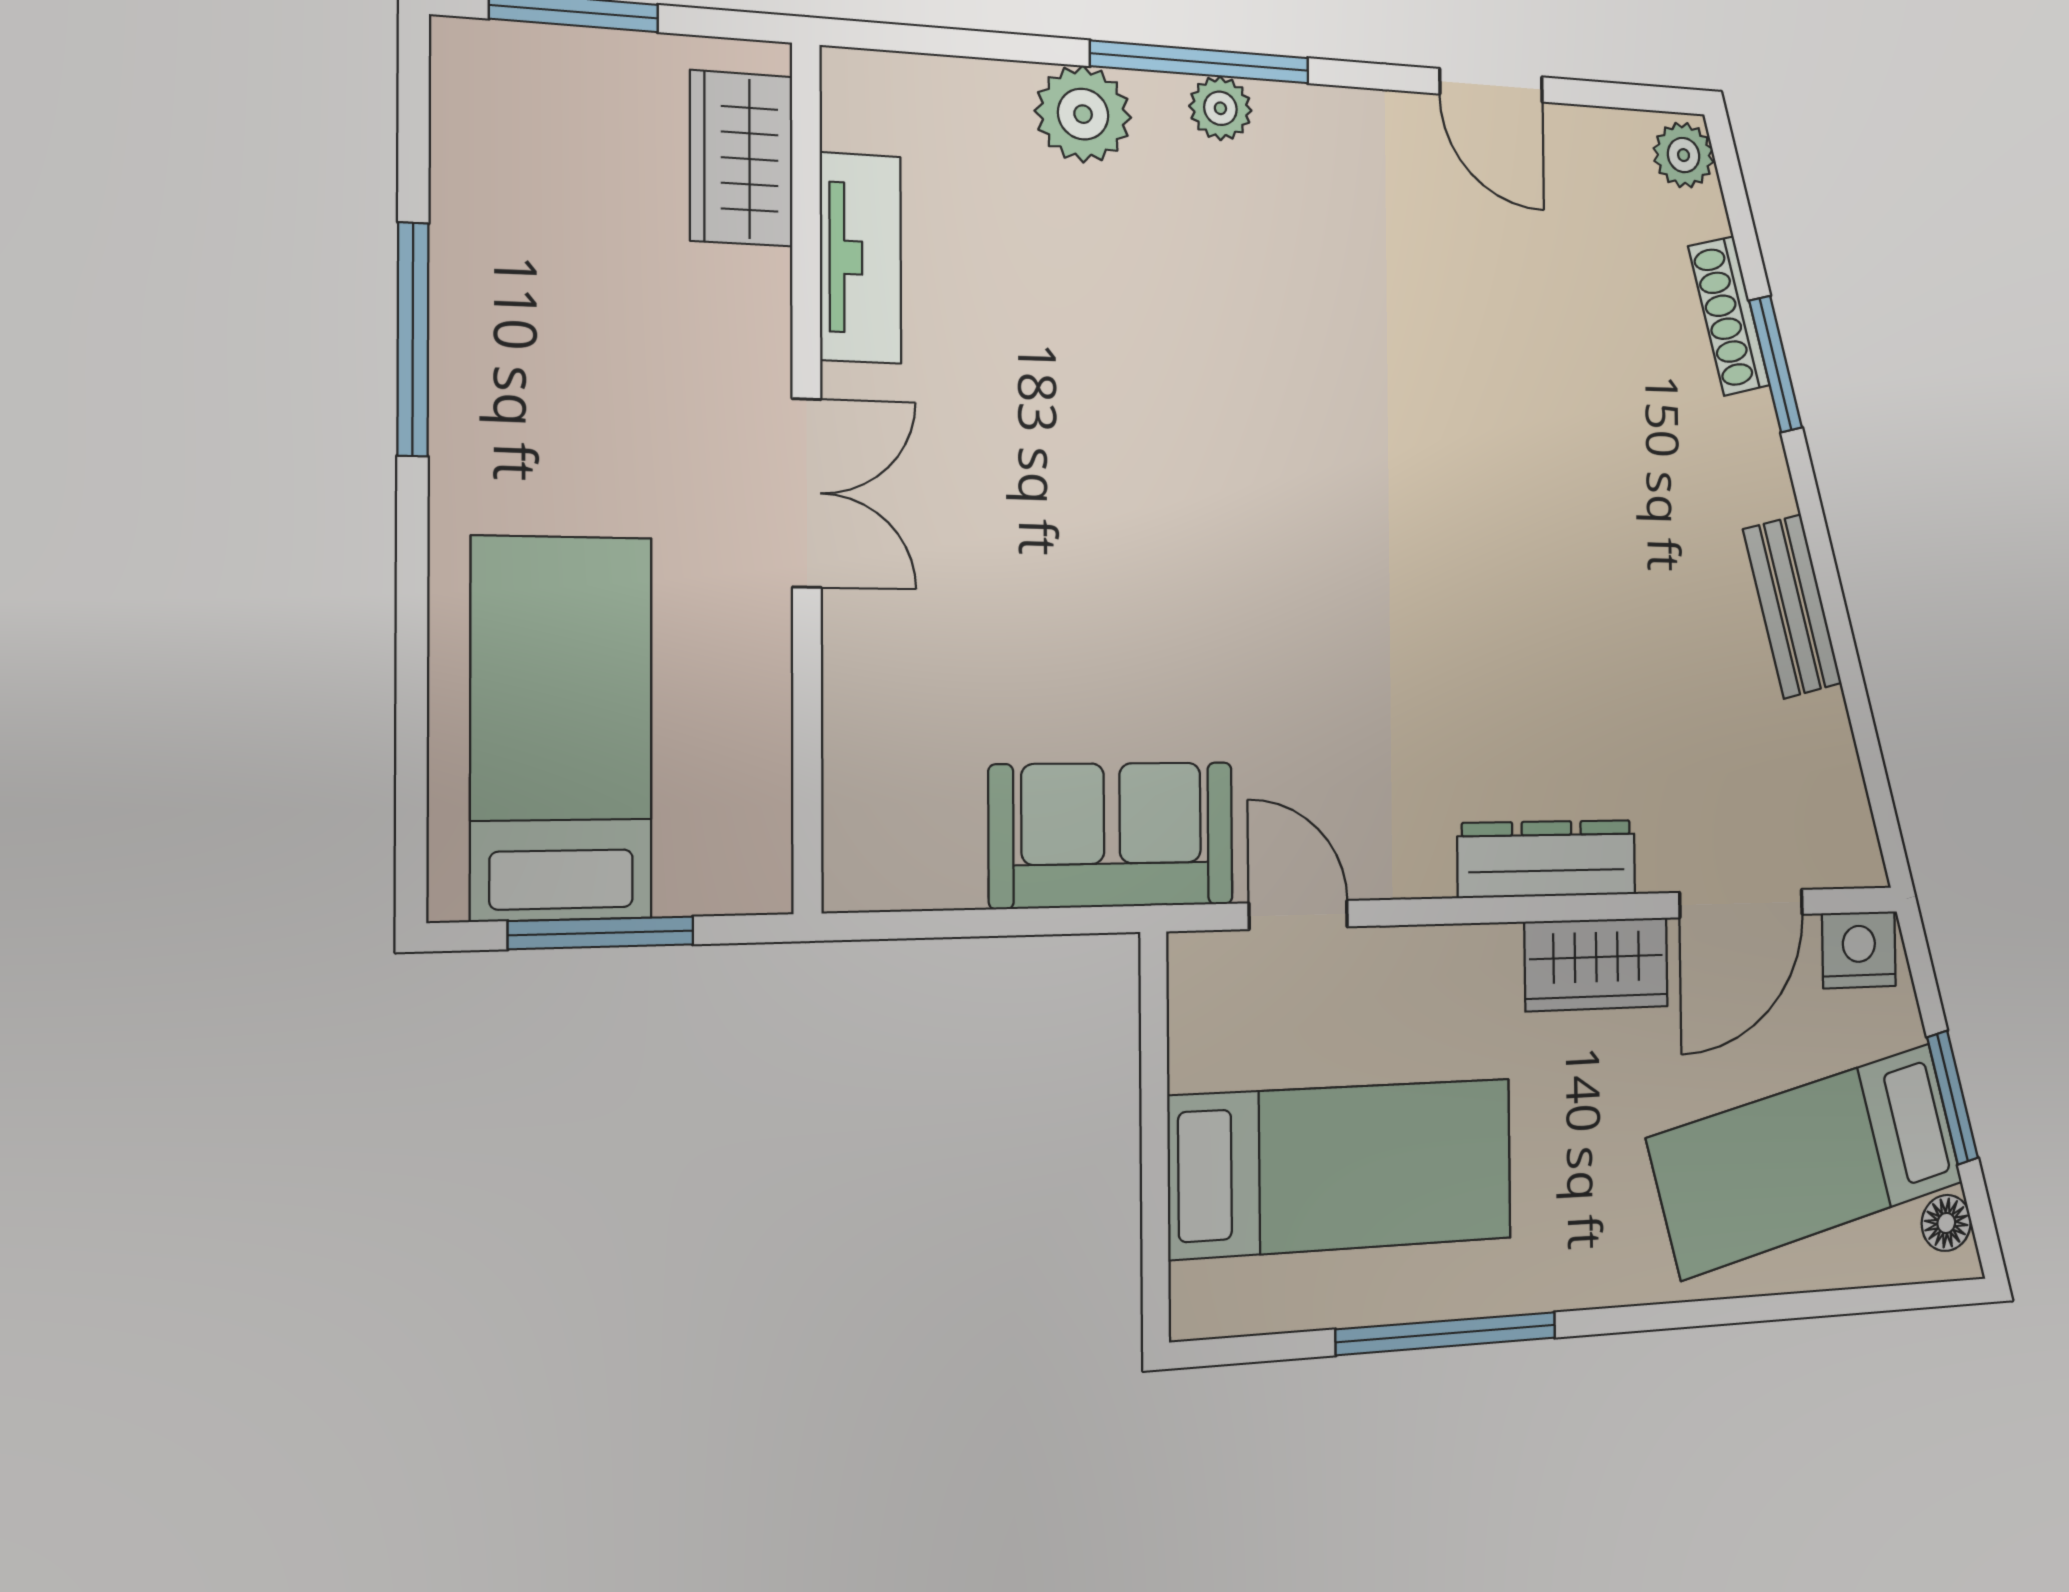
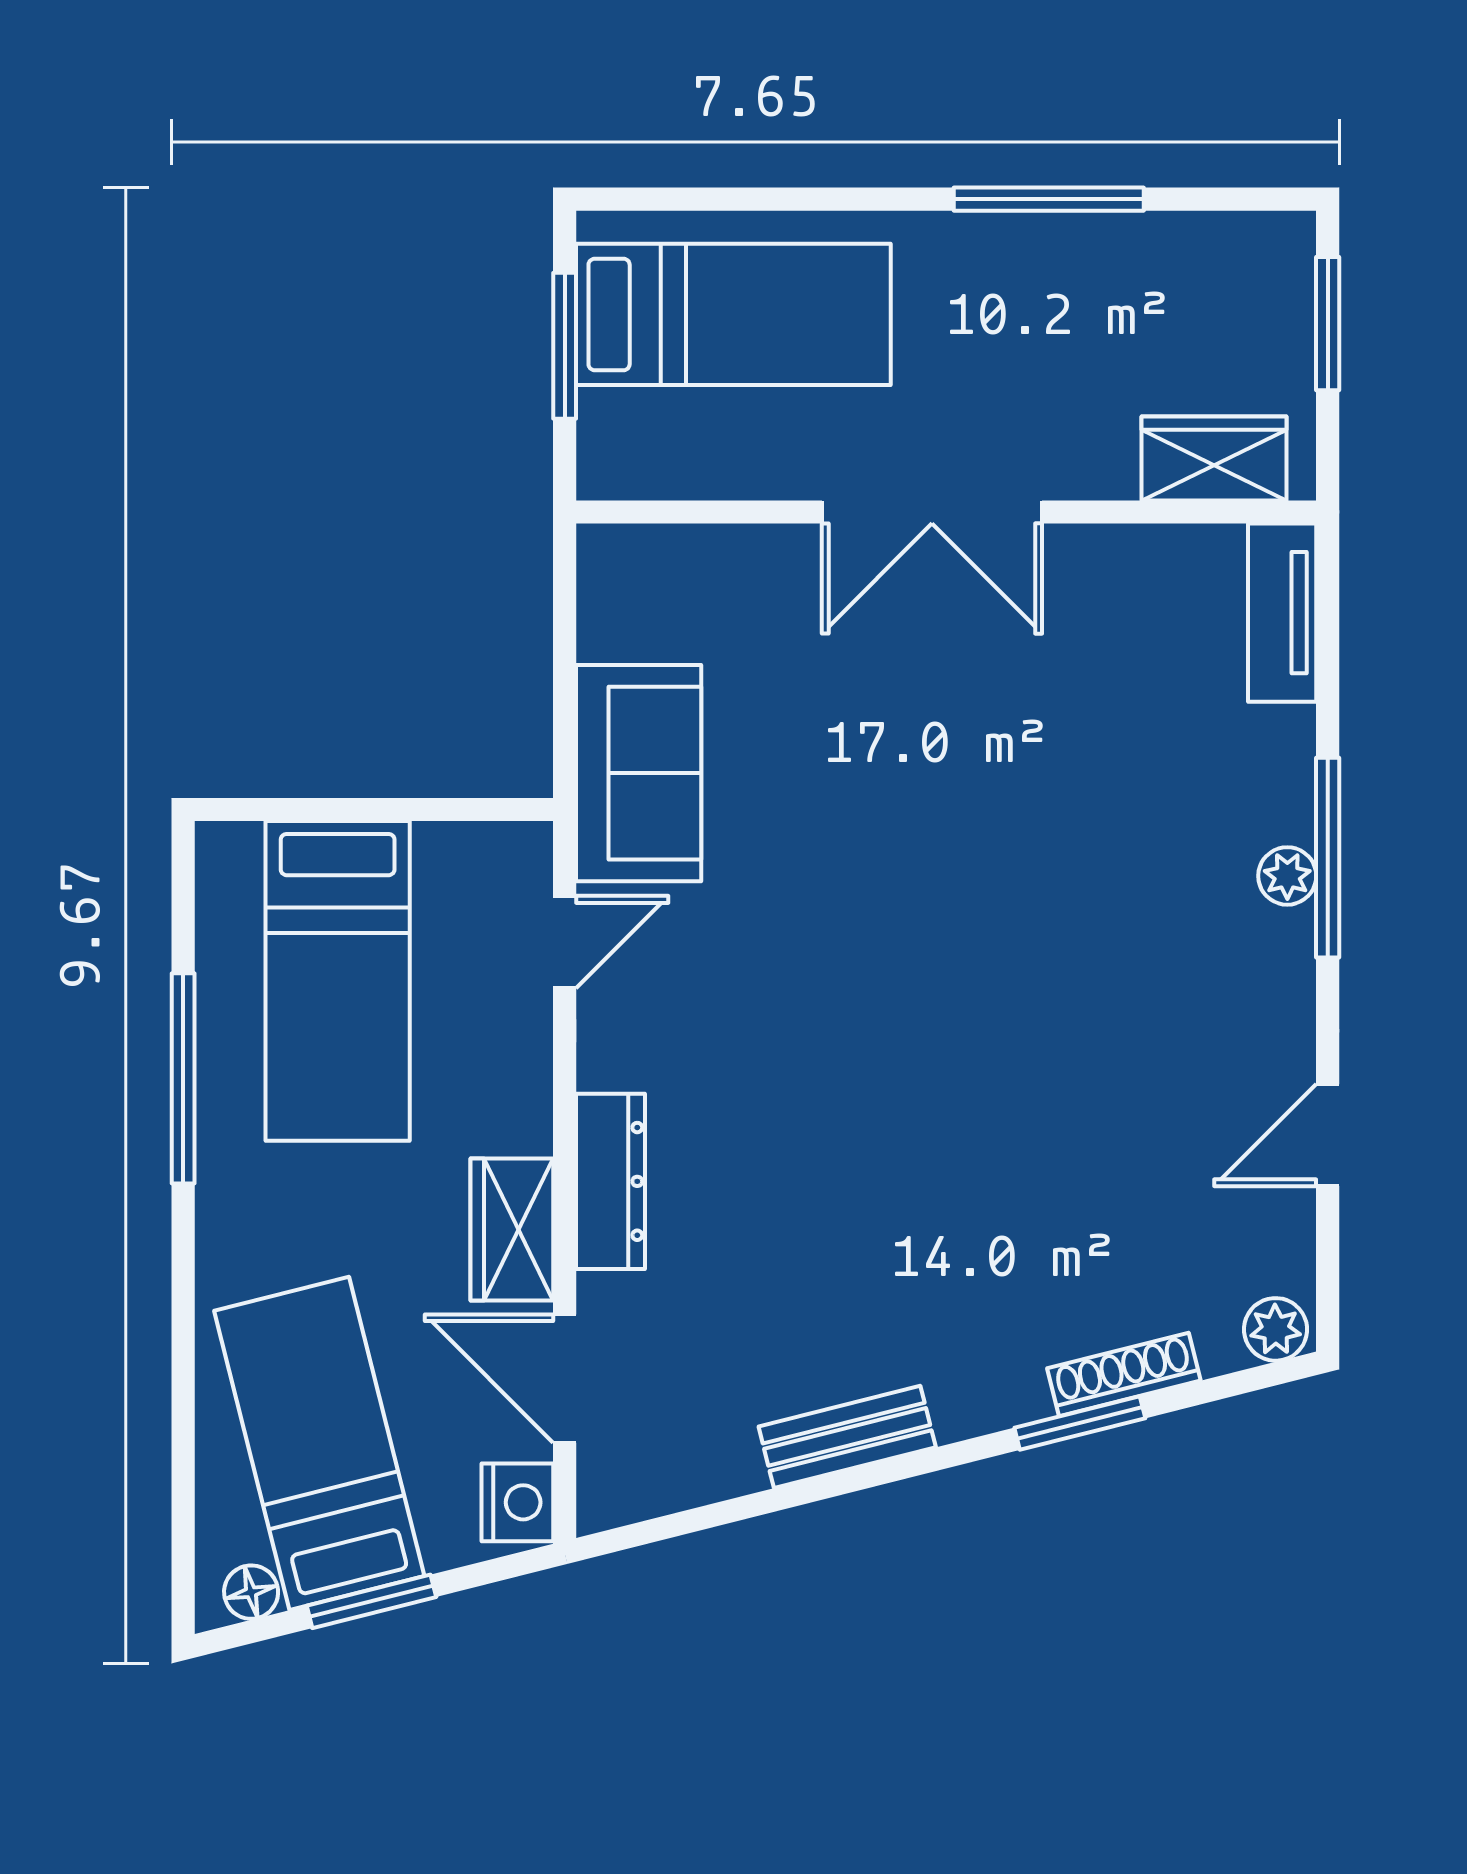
plant: (1083, 114) -> (1273, 751), removed
tv unit: (860, 258) -> (1282, 613), moved, turned 90
double door: (807, 493) -> (932, 512), width x1.37

